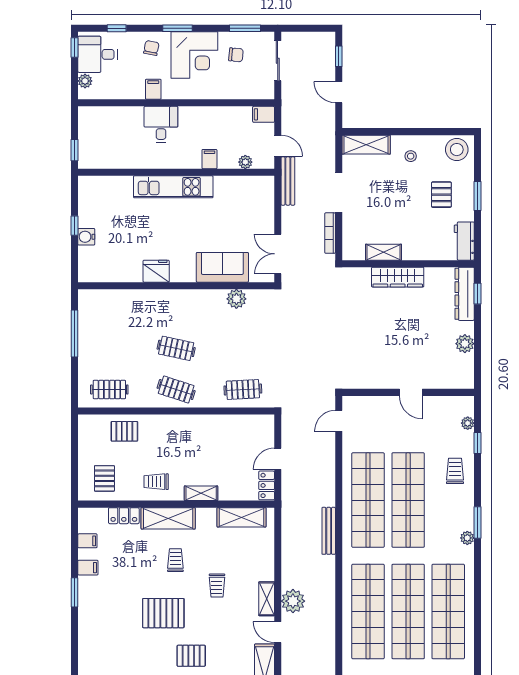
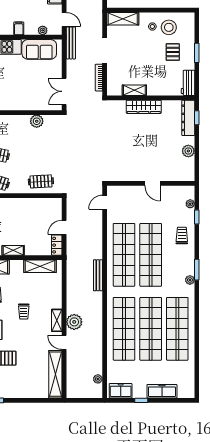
stool: (457, 150) -> (169, 27), moved
sofa: (222, 267) -> (39, 49), moved, turned 180

